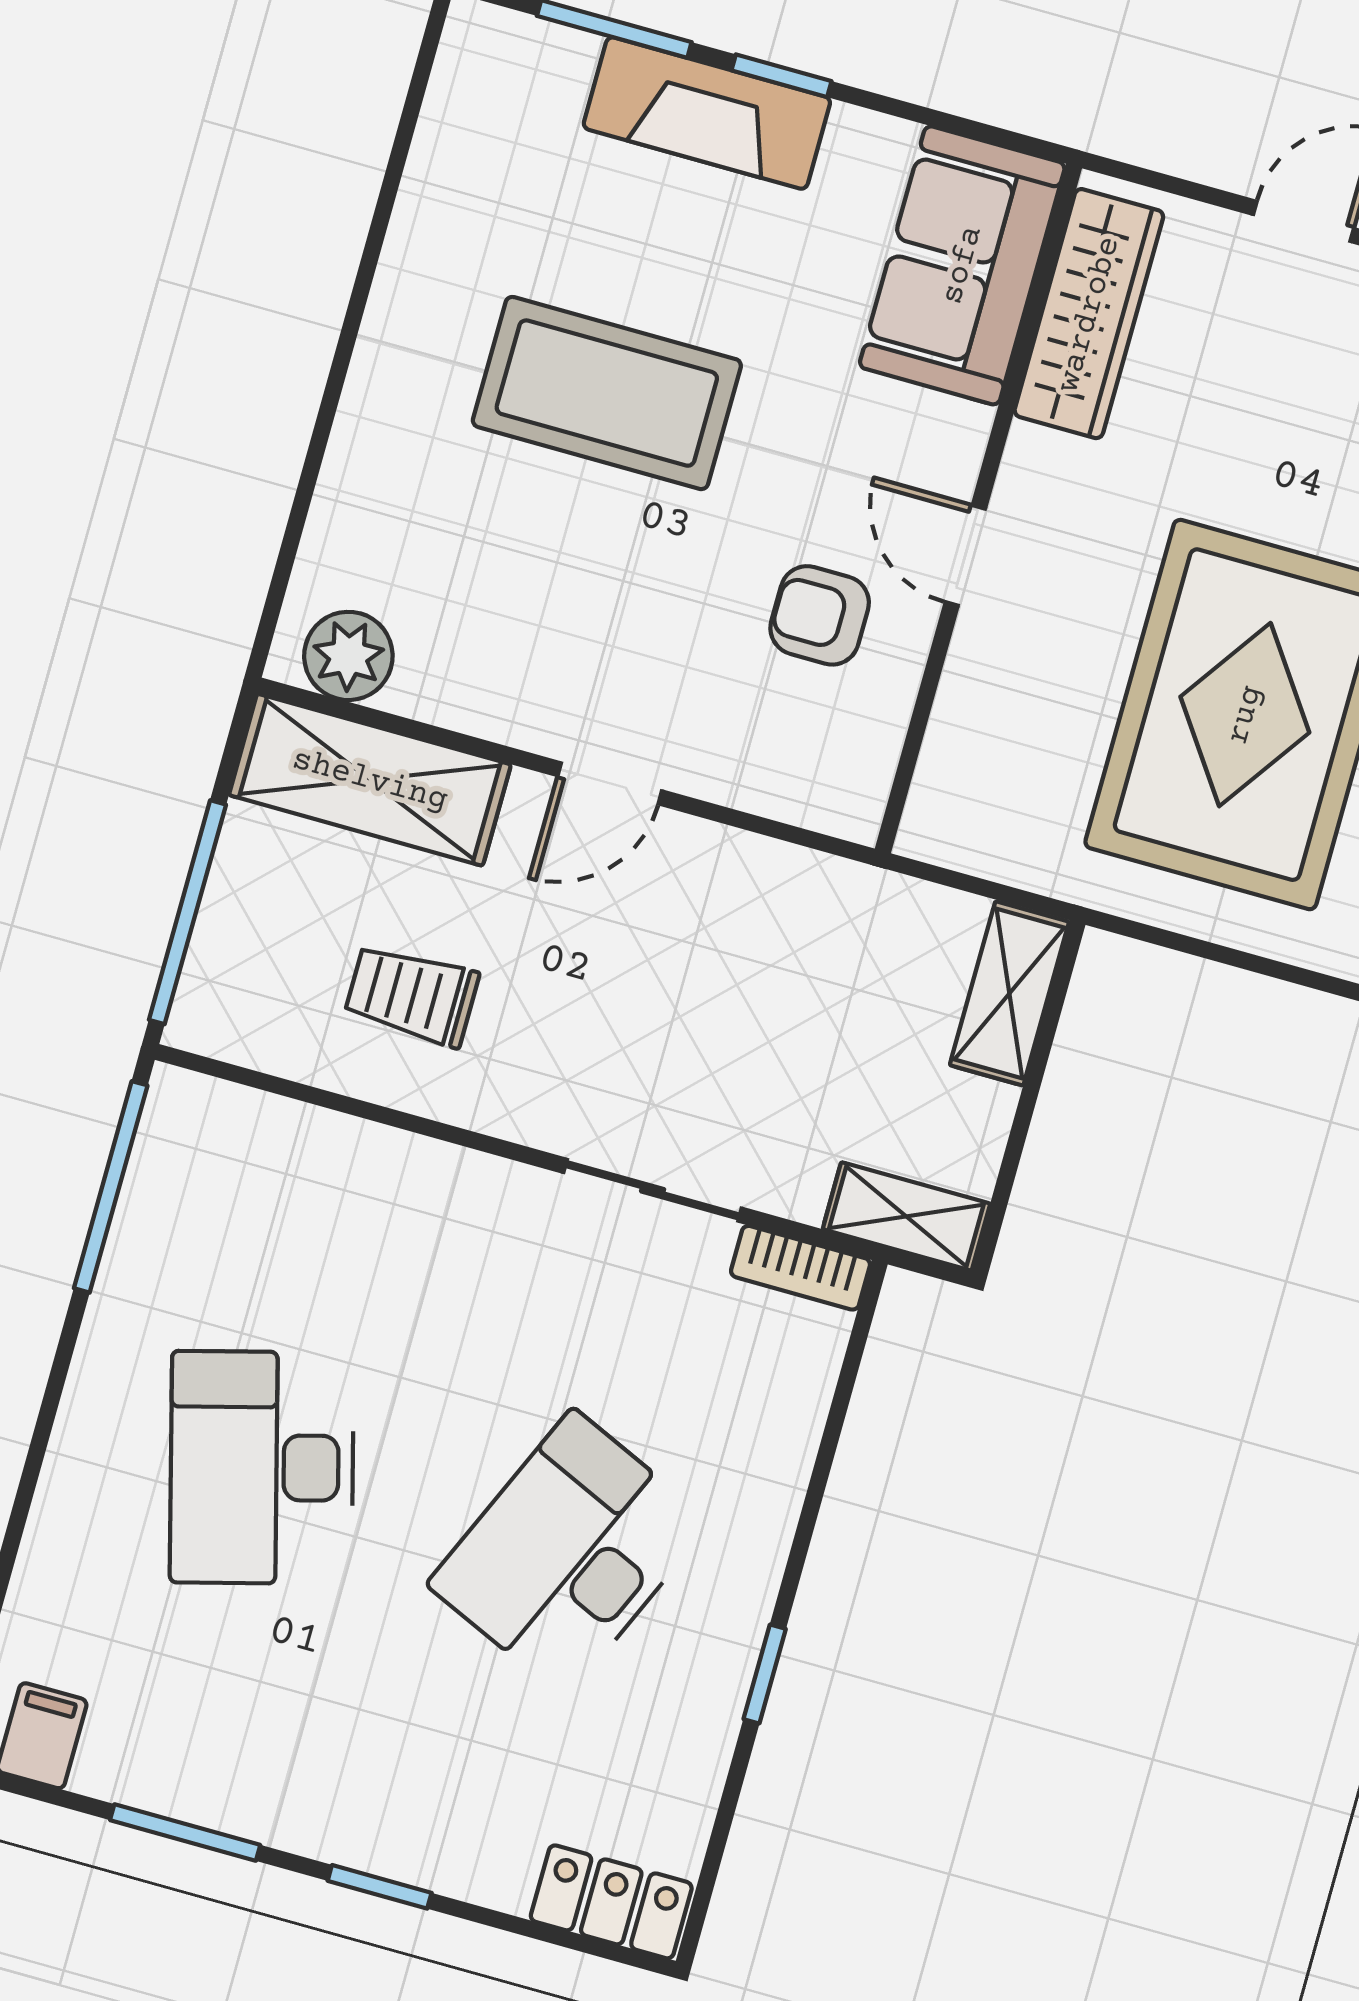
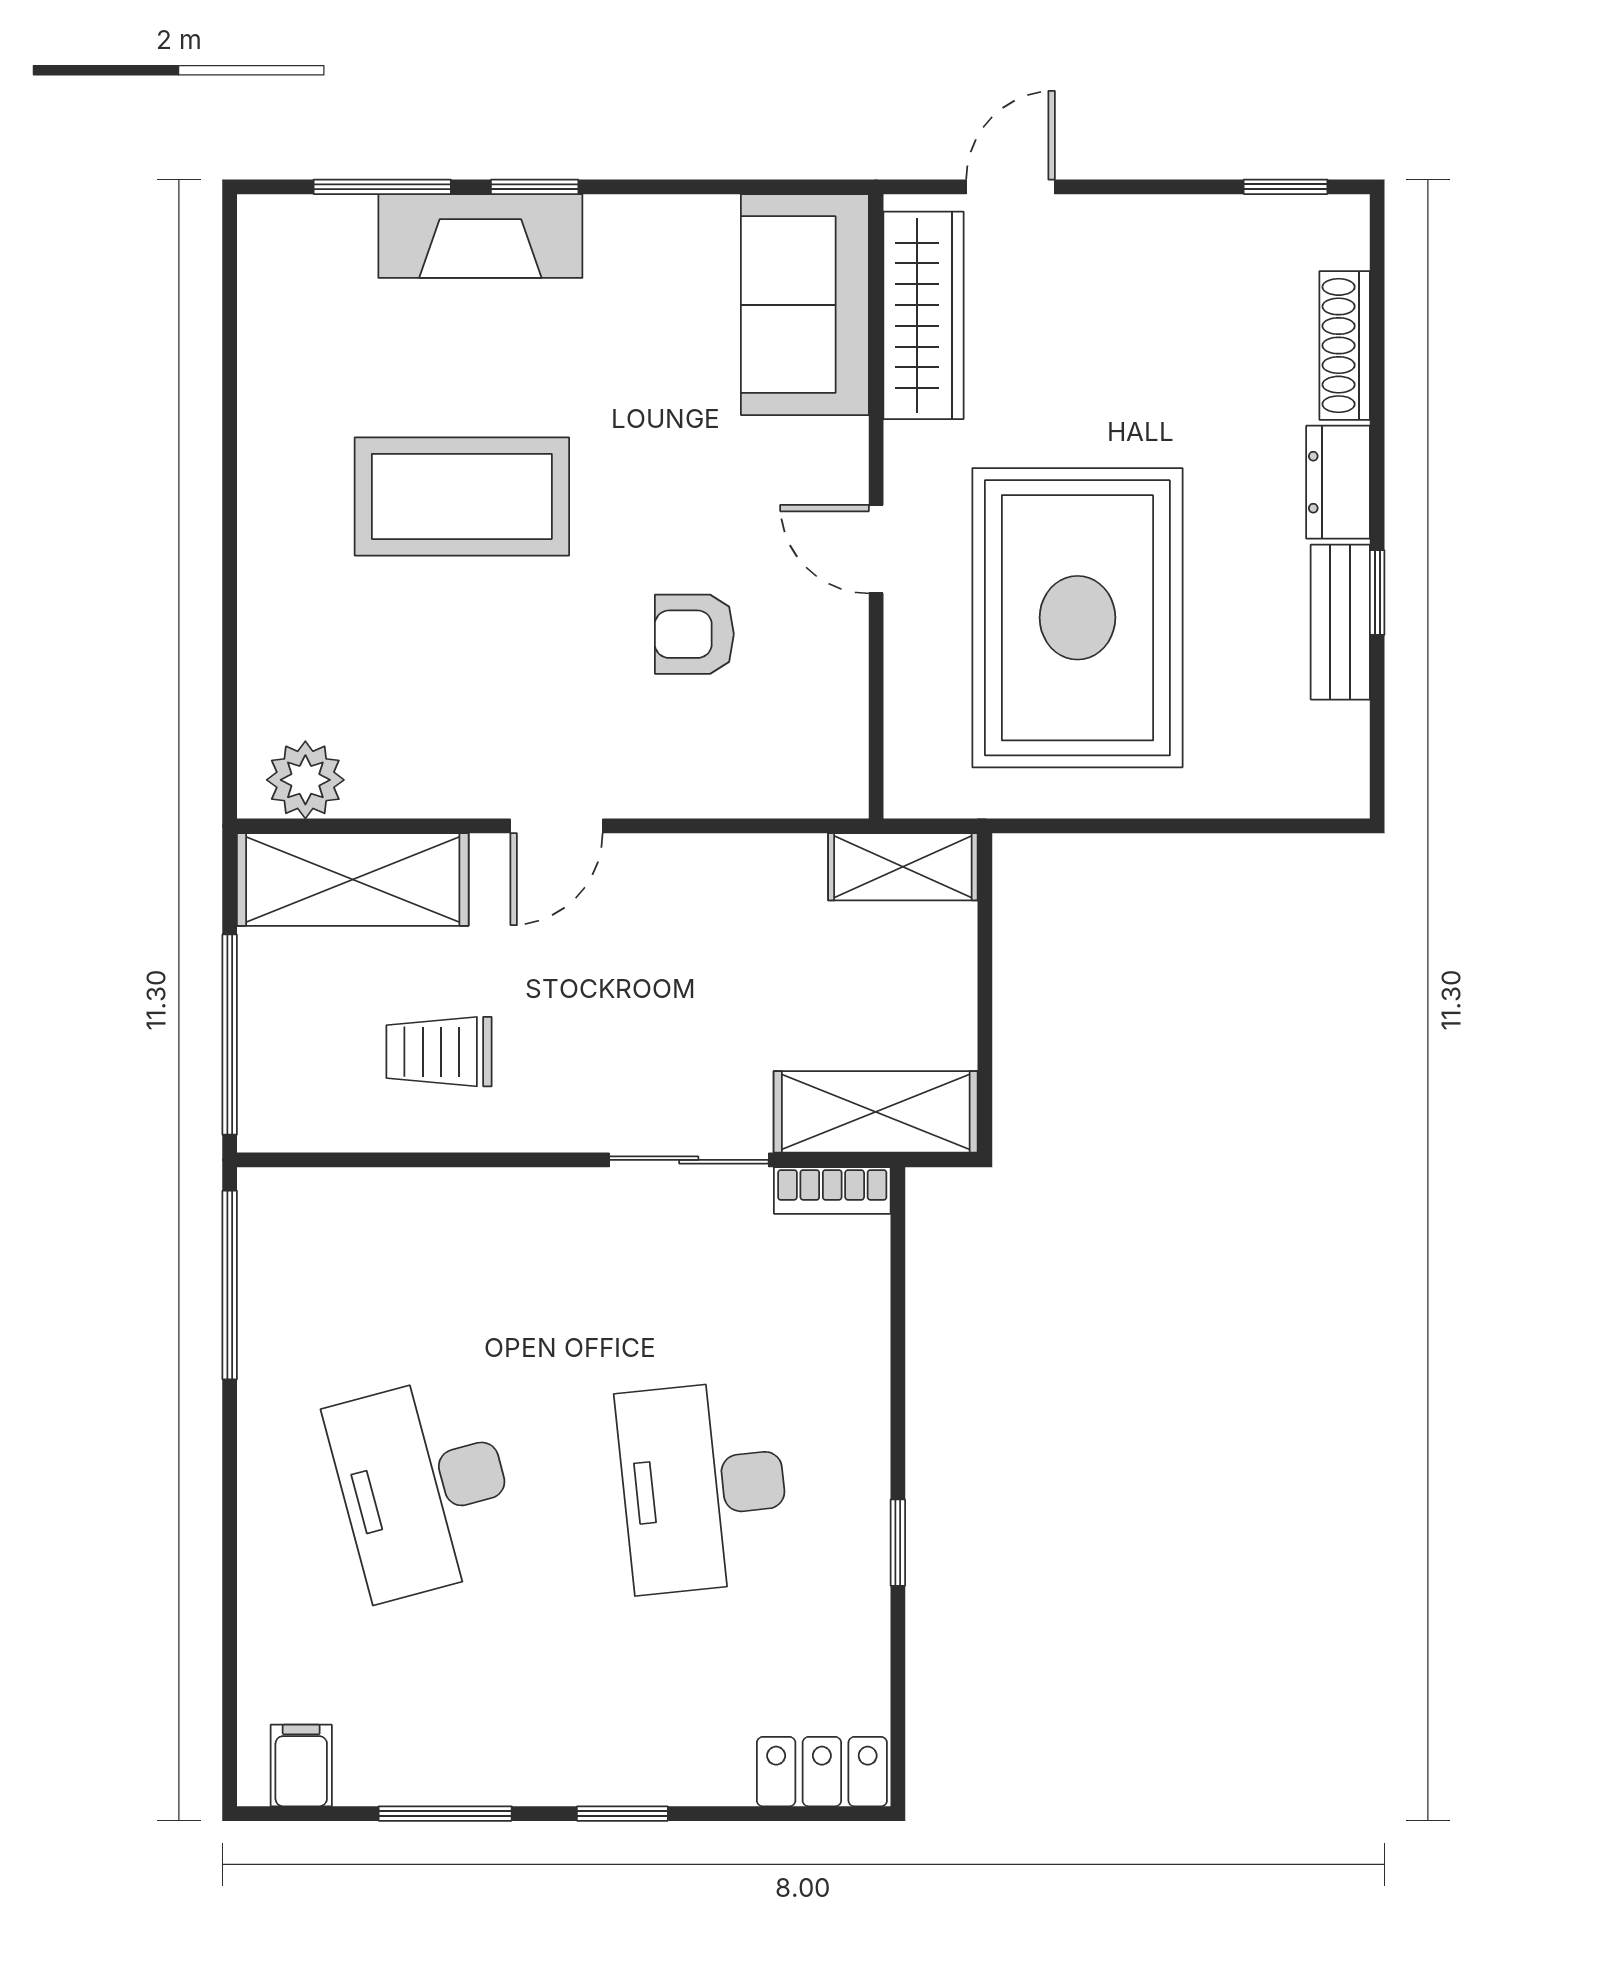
sofa: (962, 265) -> (805, 305), moved
wardrobe: (1089, 314) -> (923, 315), moved
wall: (978, 508) -> (876, 506), moved
door: (965, 555) -> (876, 549), moved
shelving: (1009, 993) -> (903, 867), moved, turned 90
shelving: (906, 1216) -> (876, 1112), width x1.50, depth x1.33
desk: (569, 1553) -> (704, 1487), turned -30

